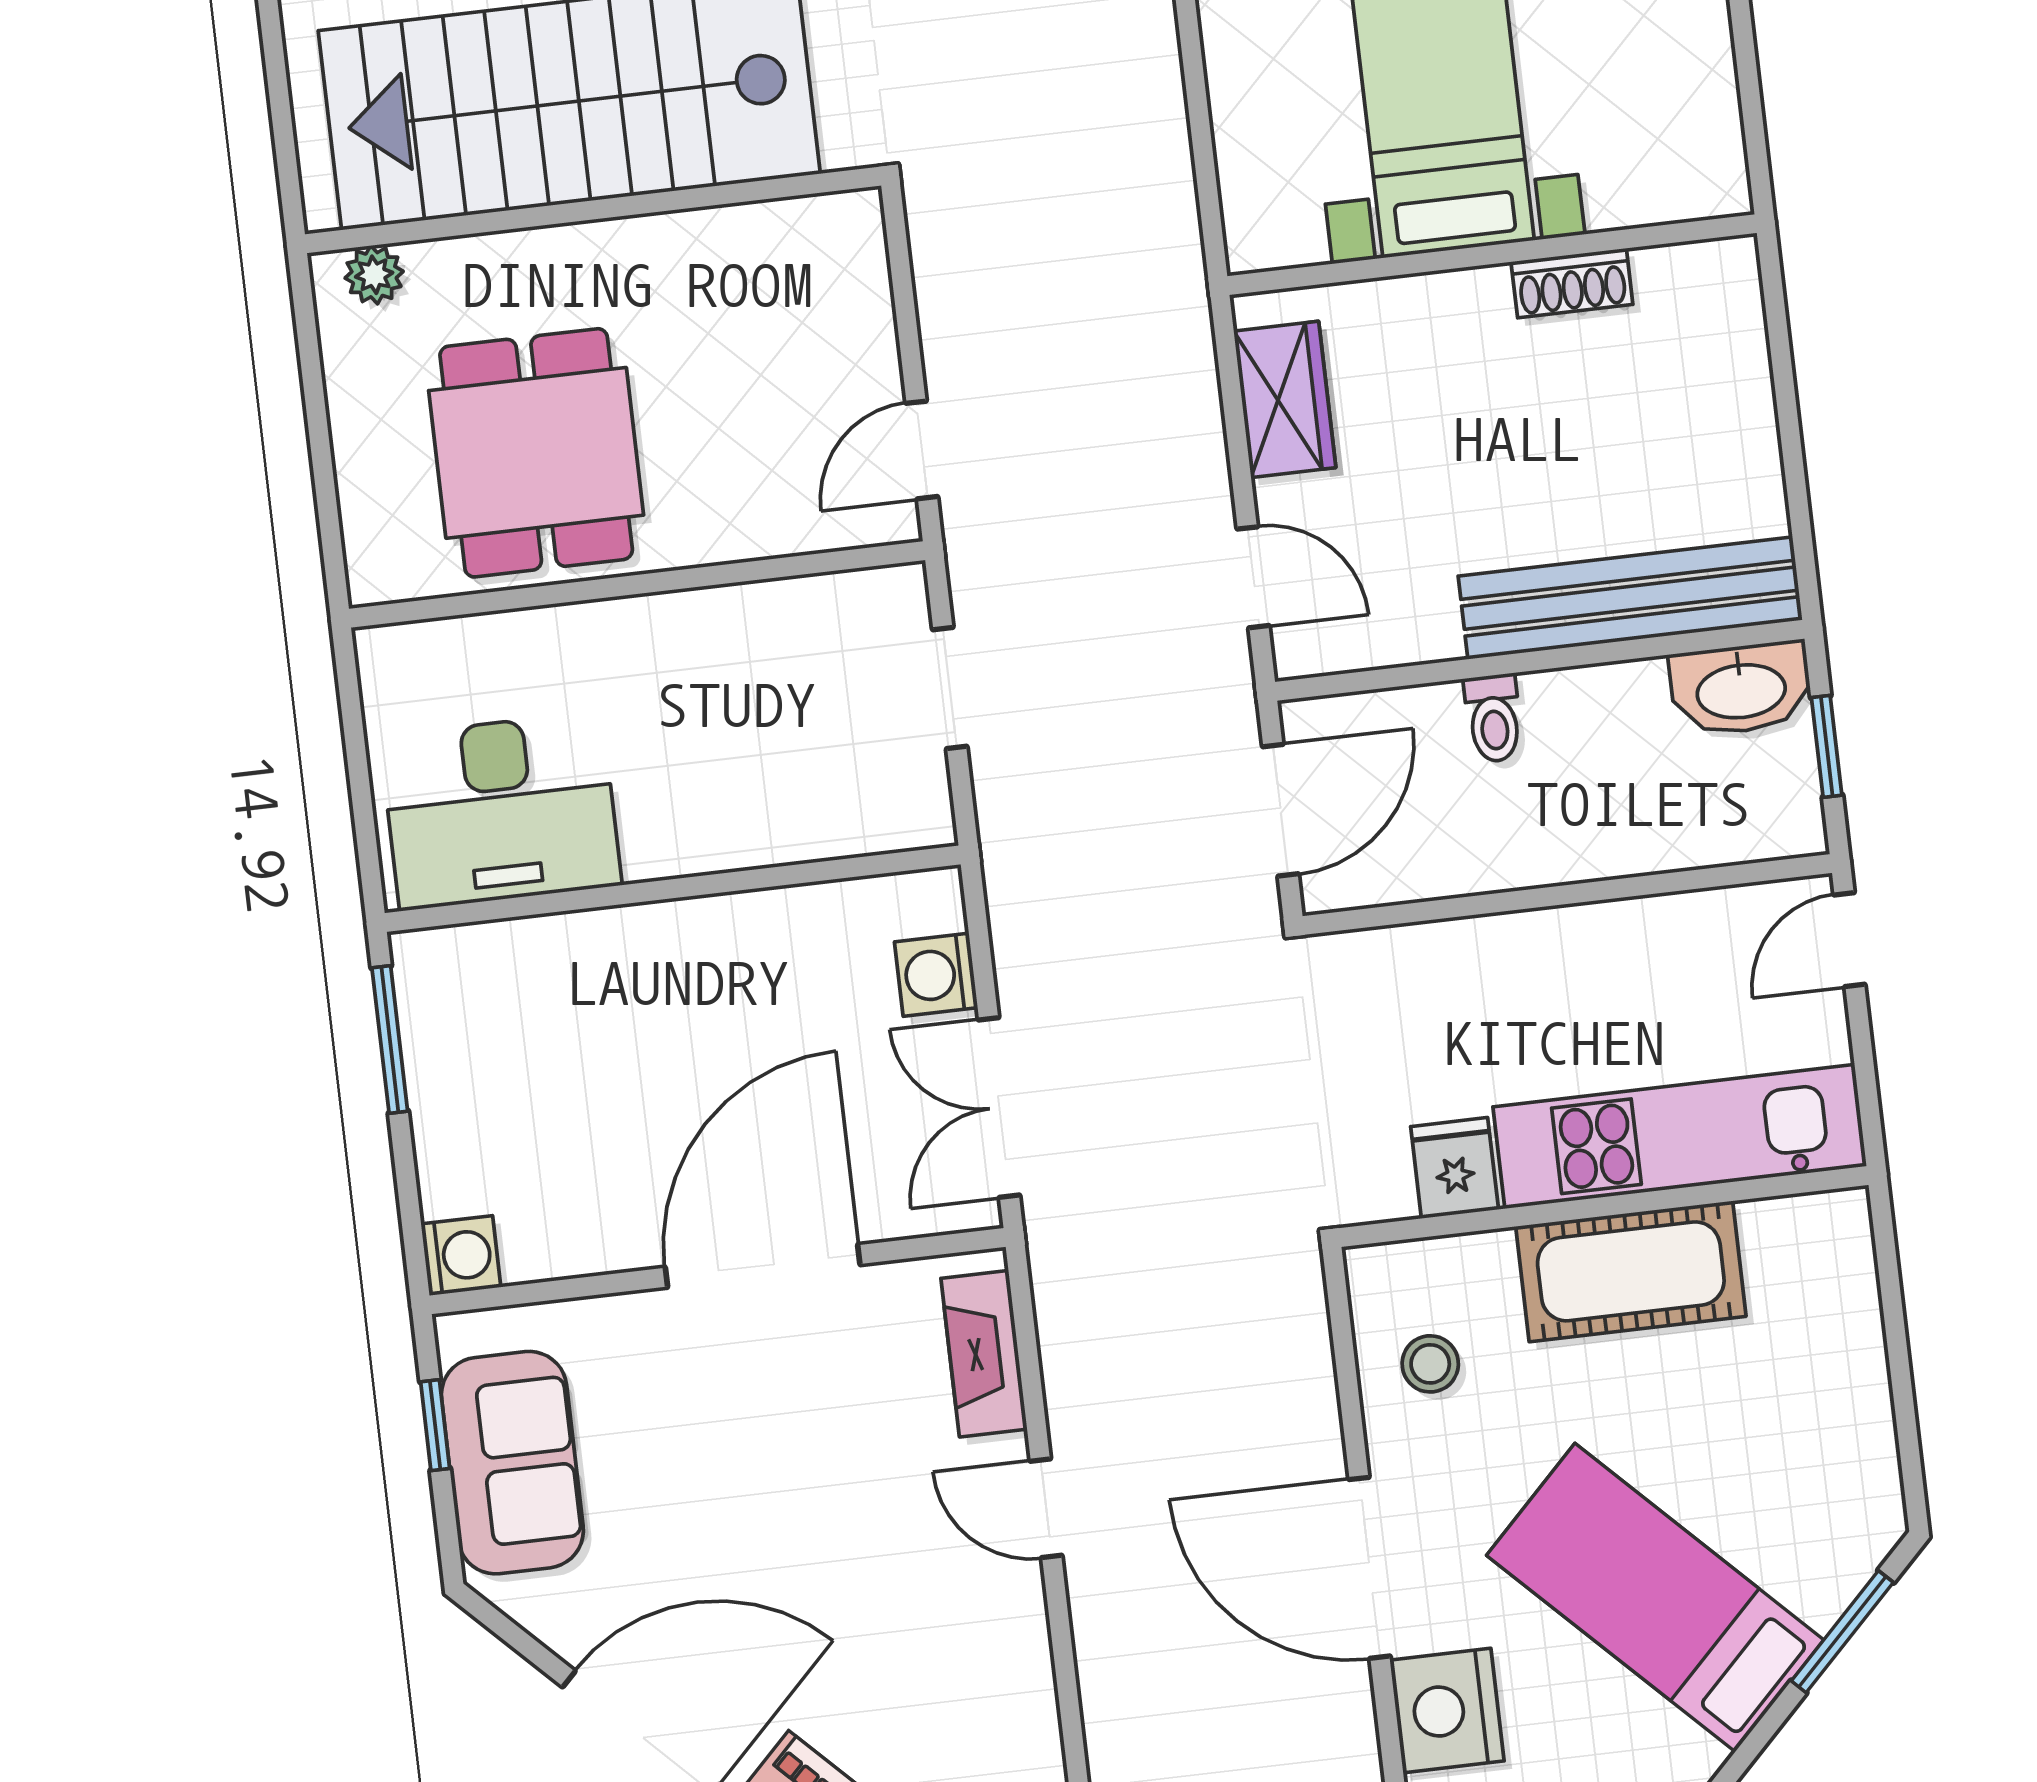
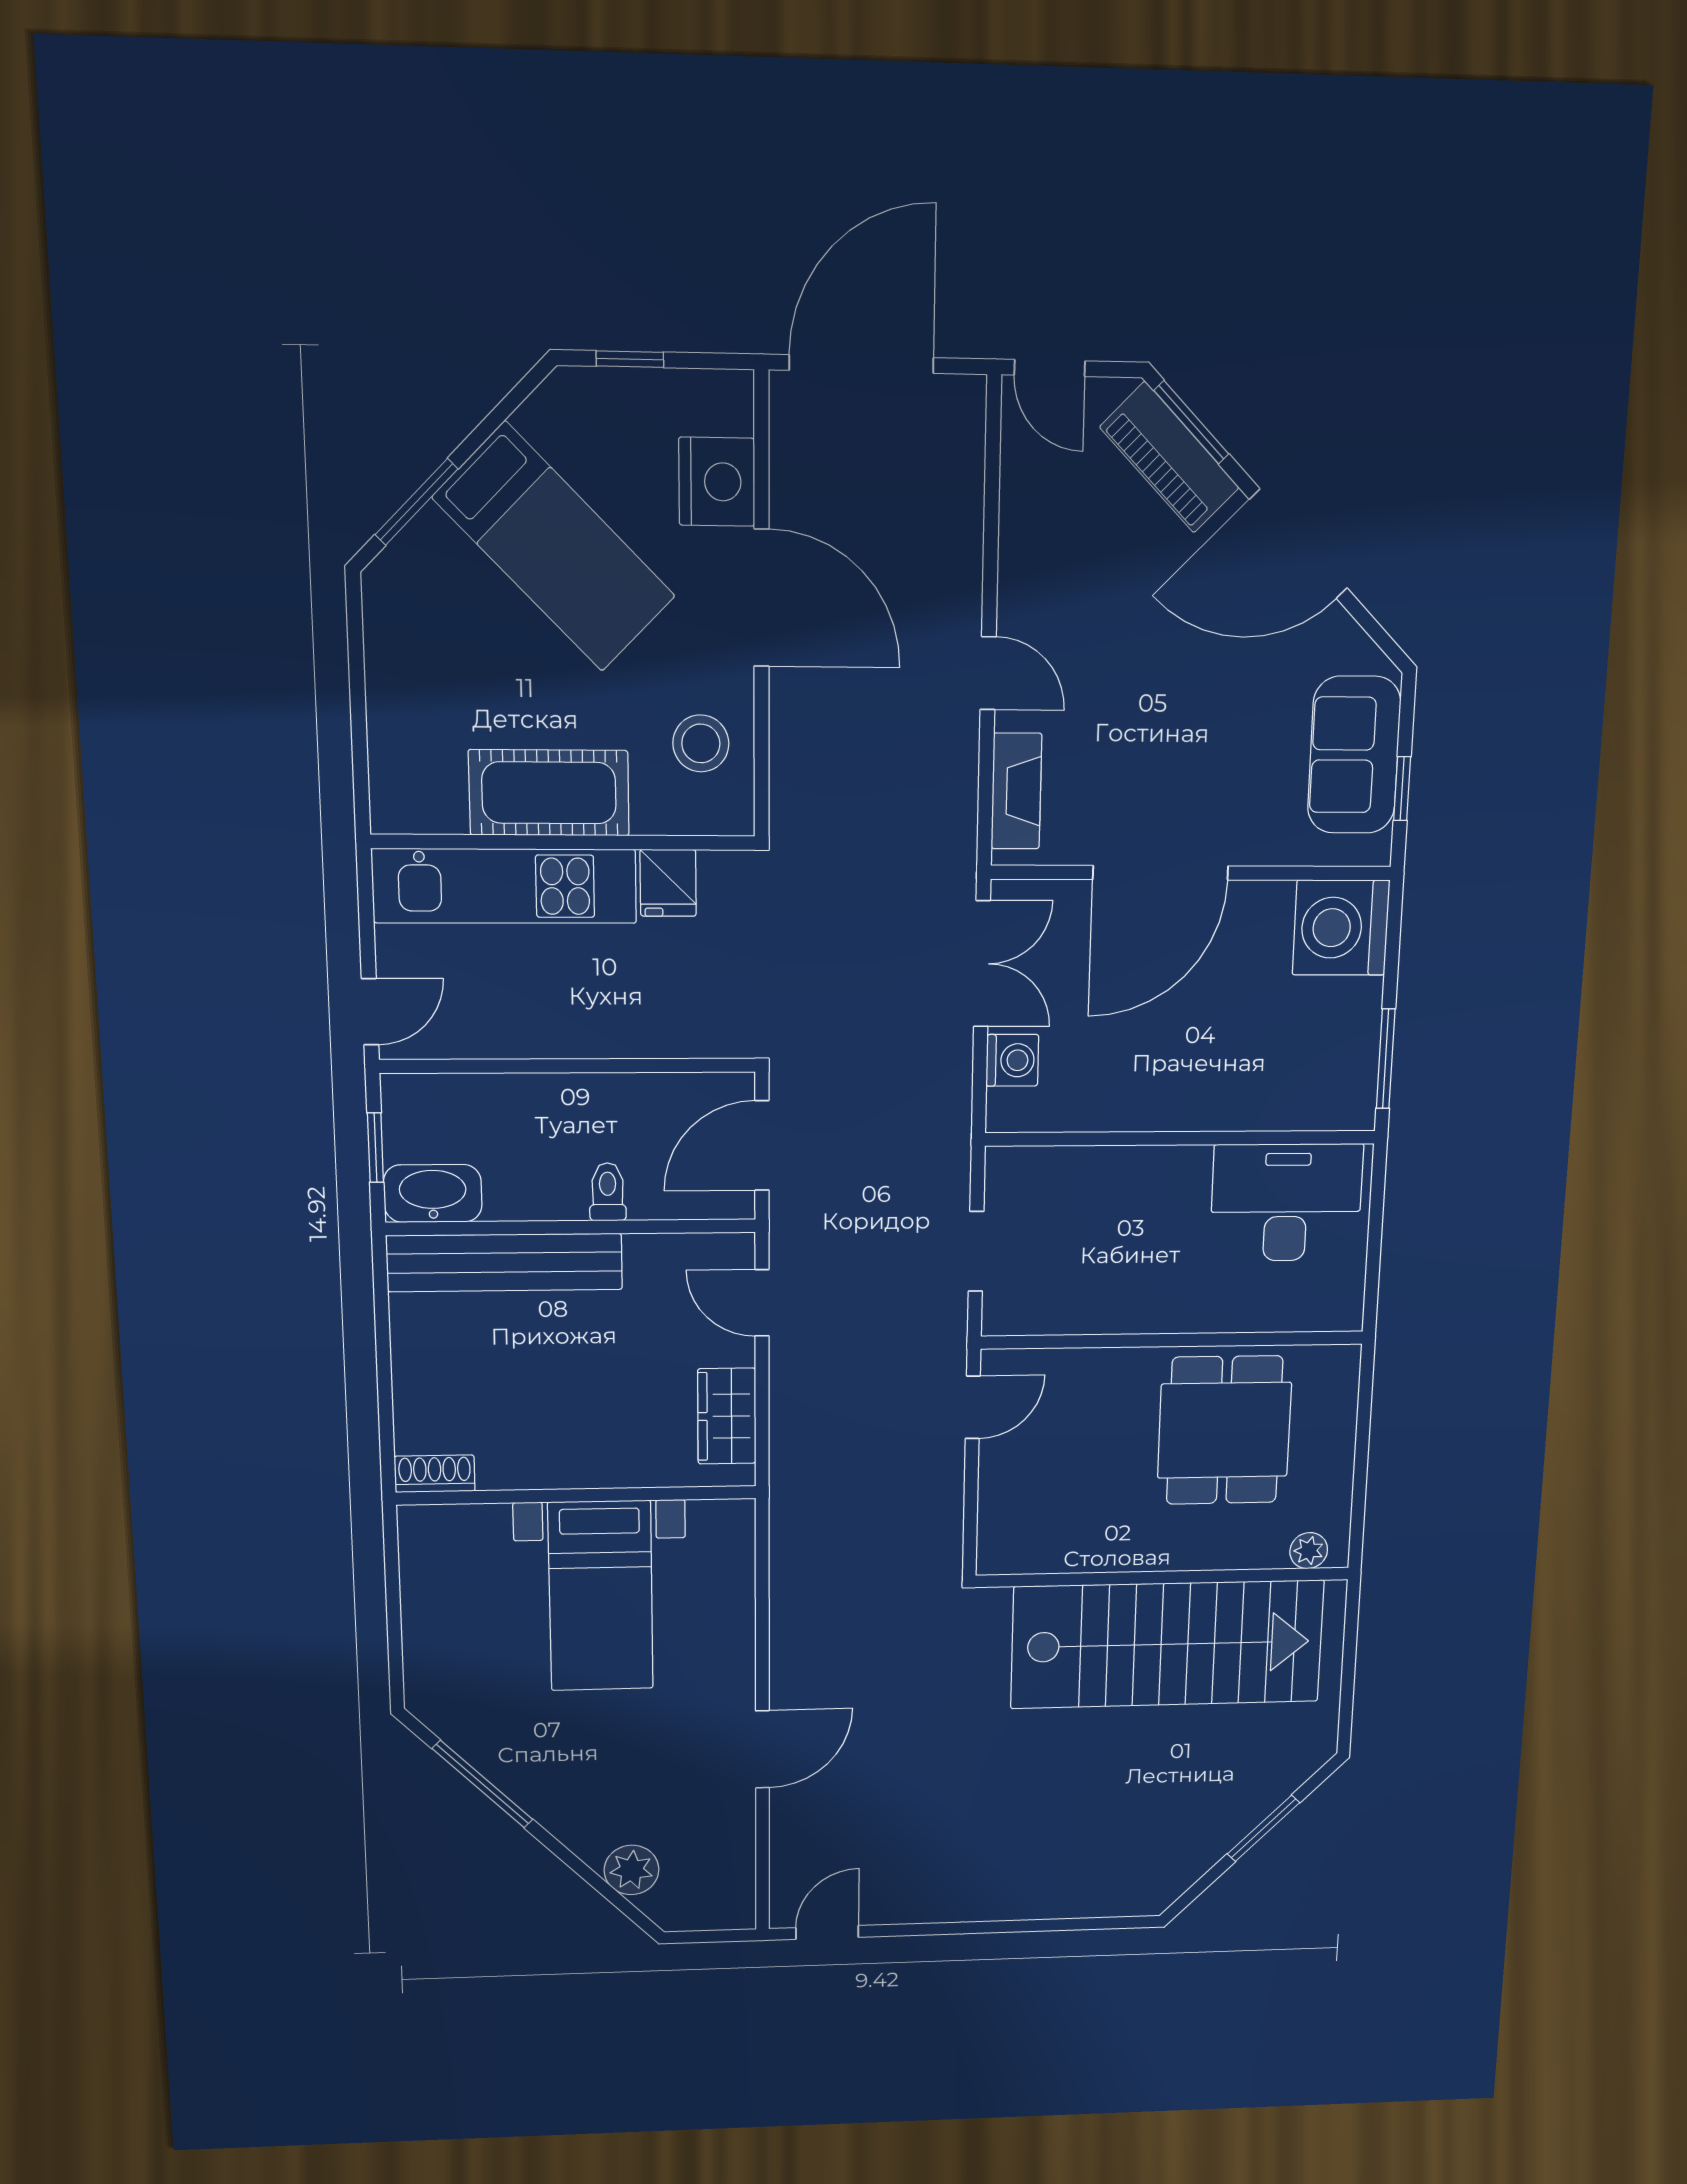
shoe rack: (1572, 283) -> (435, 1474), moved
washing machine: (461, 1255) -> (1341, 928), width x1.89, depth x1.89
stool: (1430, 1364) -> (701, 743), width x1.37, depth x1.37

